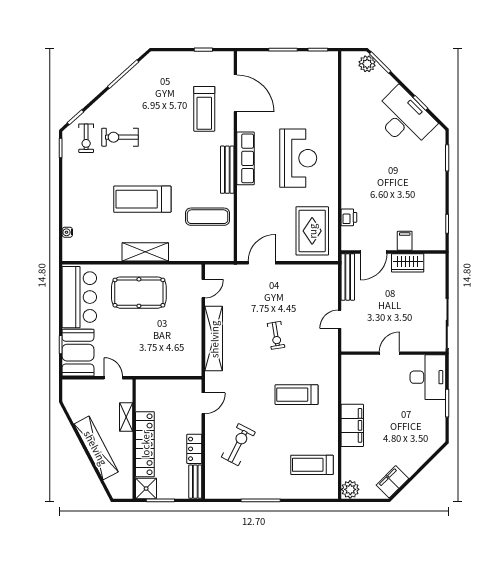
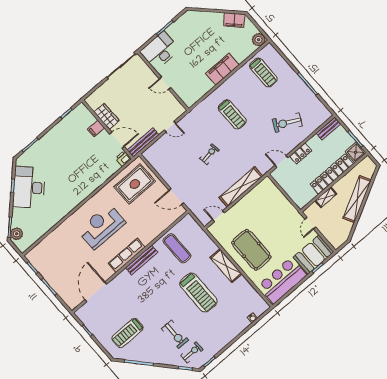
treadmill: (204, 109) -> (127, 333), moved, turned 180
printer: (349, 217) -> (123, 159), moved
locker: (194, 449) -> (301, 153), moved

